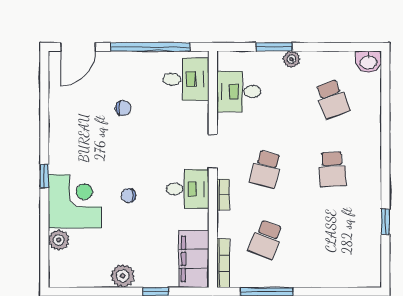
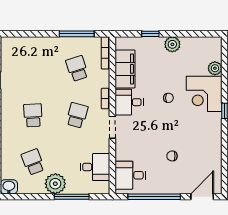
window: (274, 47) -> (72, 197), width x1.44
plant: (291, 59) -> (55, 184), width x1.87, depth x1.87
school desk: (266, 240) -> (77, 69), turned -39
filing cabinet: (194, 259) -> (125, 69), moved

